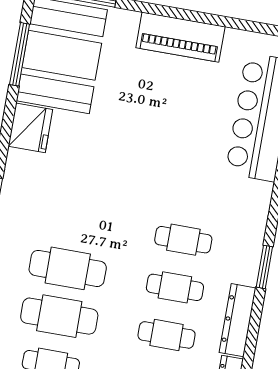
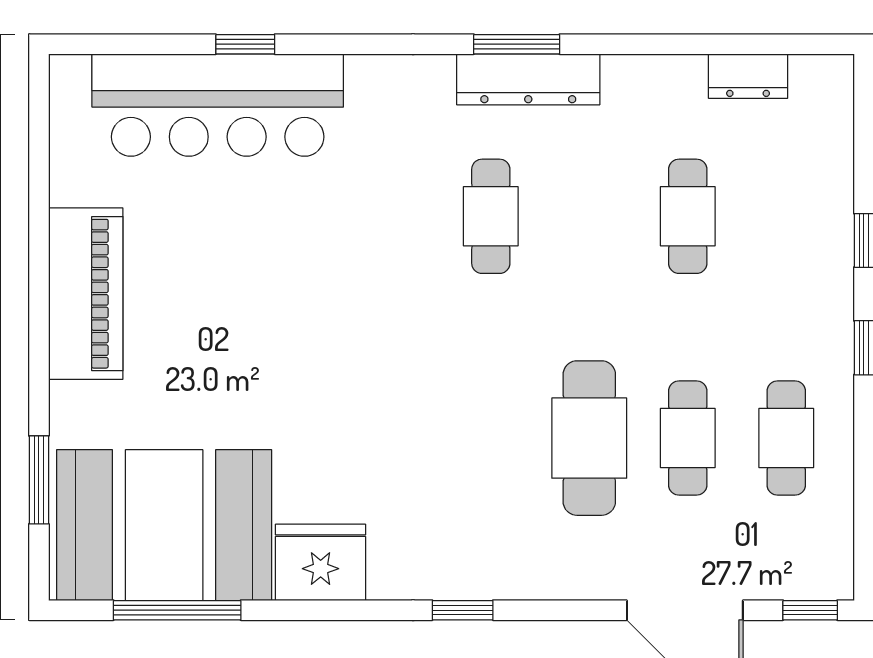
cafe table: (175, 287) -> (589, 216), removed
cafe table: (59, 316) -> (688, 438), width x0.73, depth x0.74
dresser: (237, 320) -> (528, 79), moved

